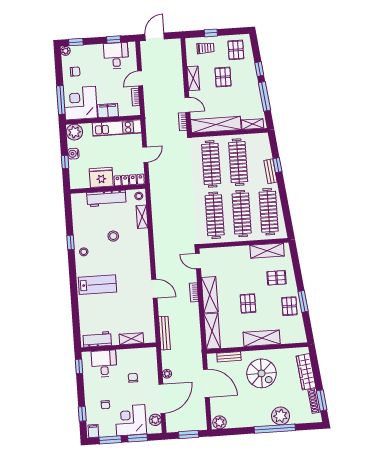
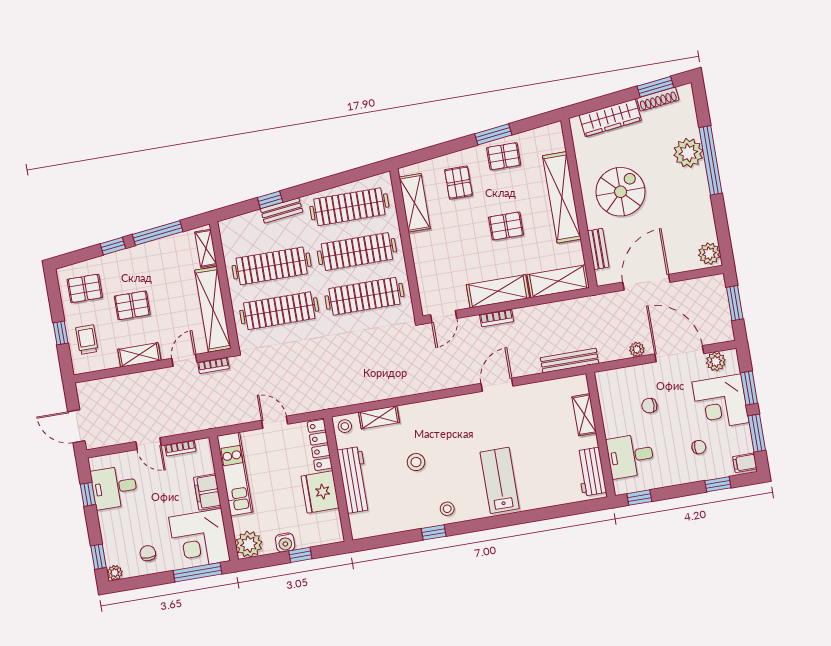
shelving: (262, 338) -> (562, 197), width x1.47

